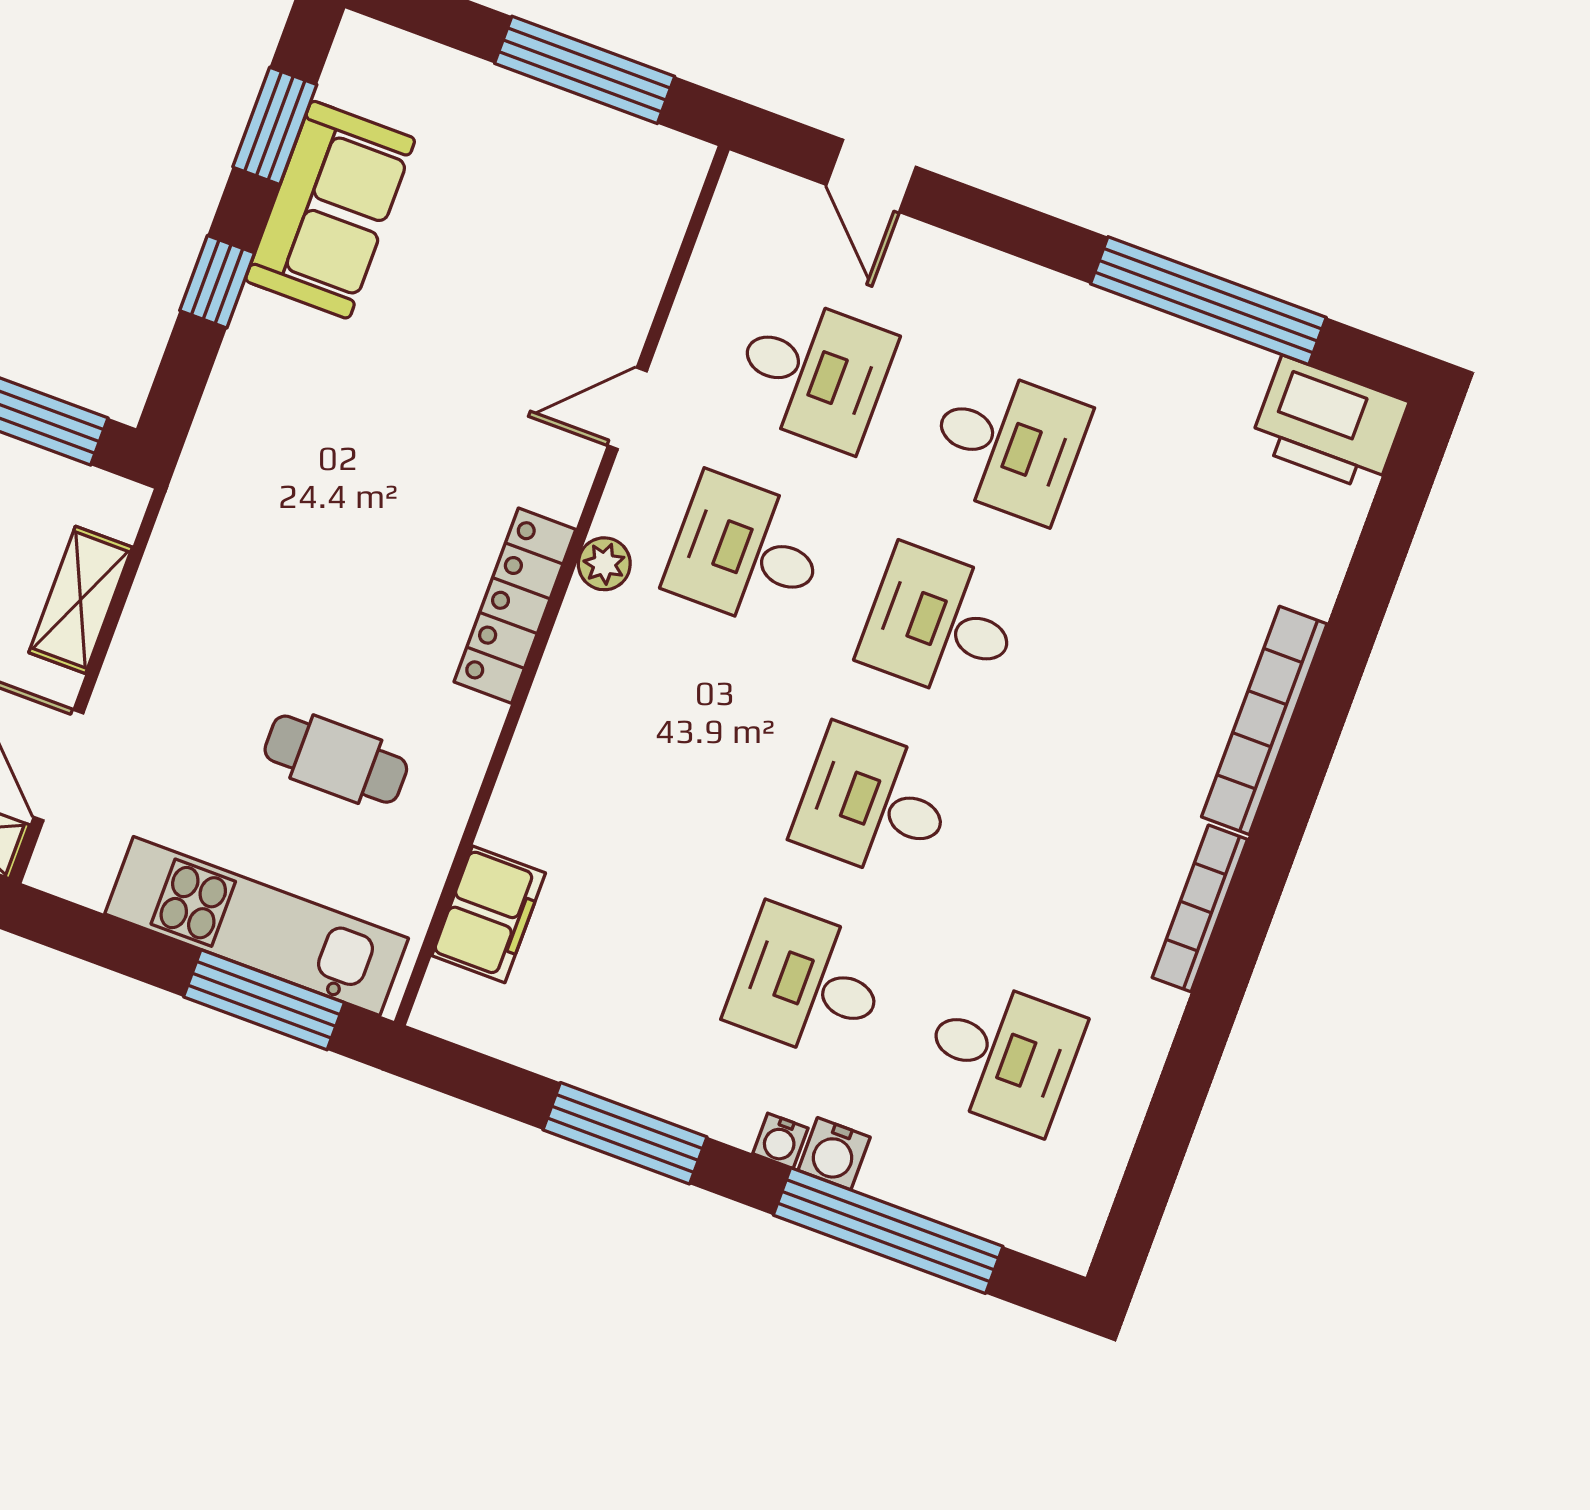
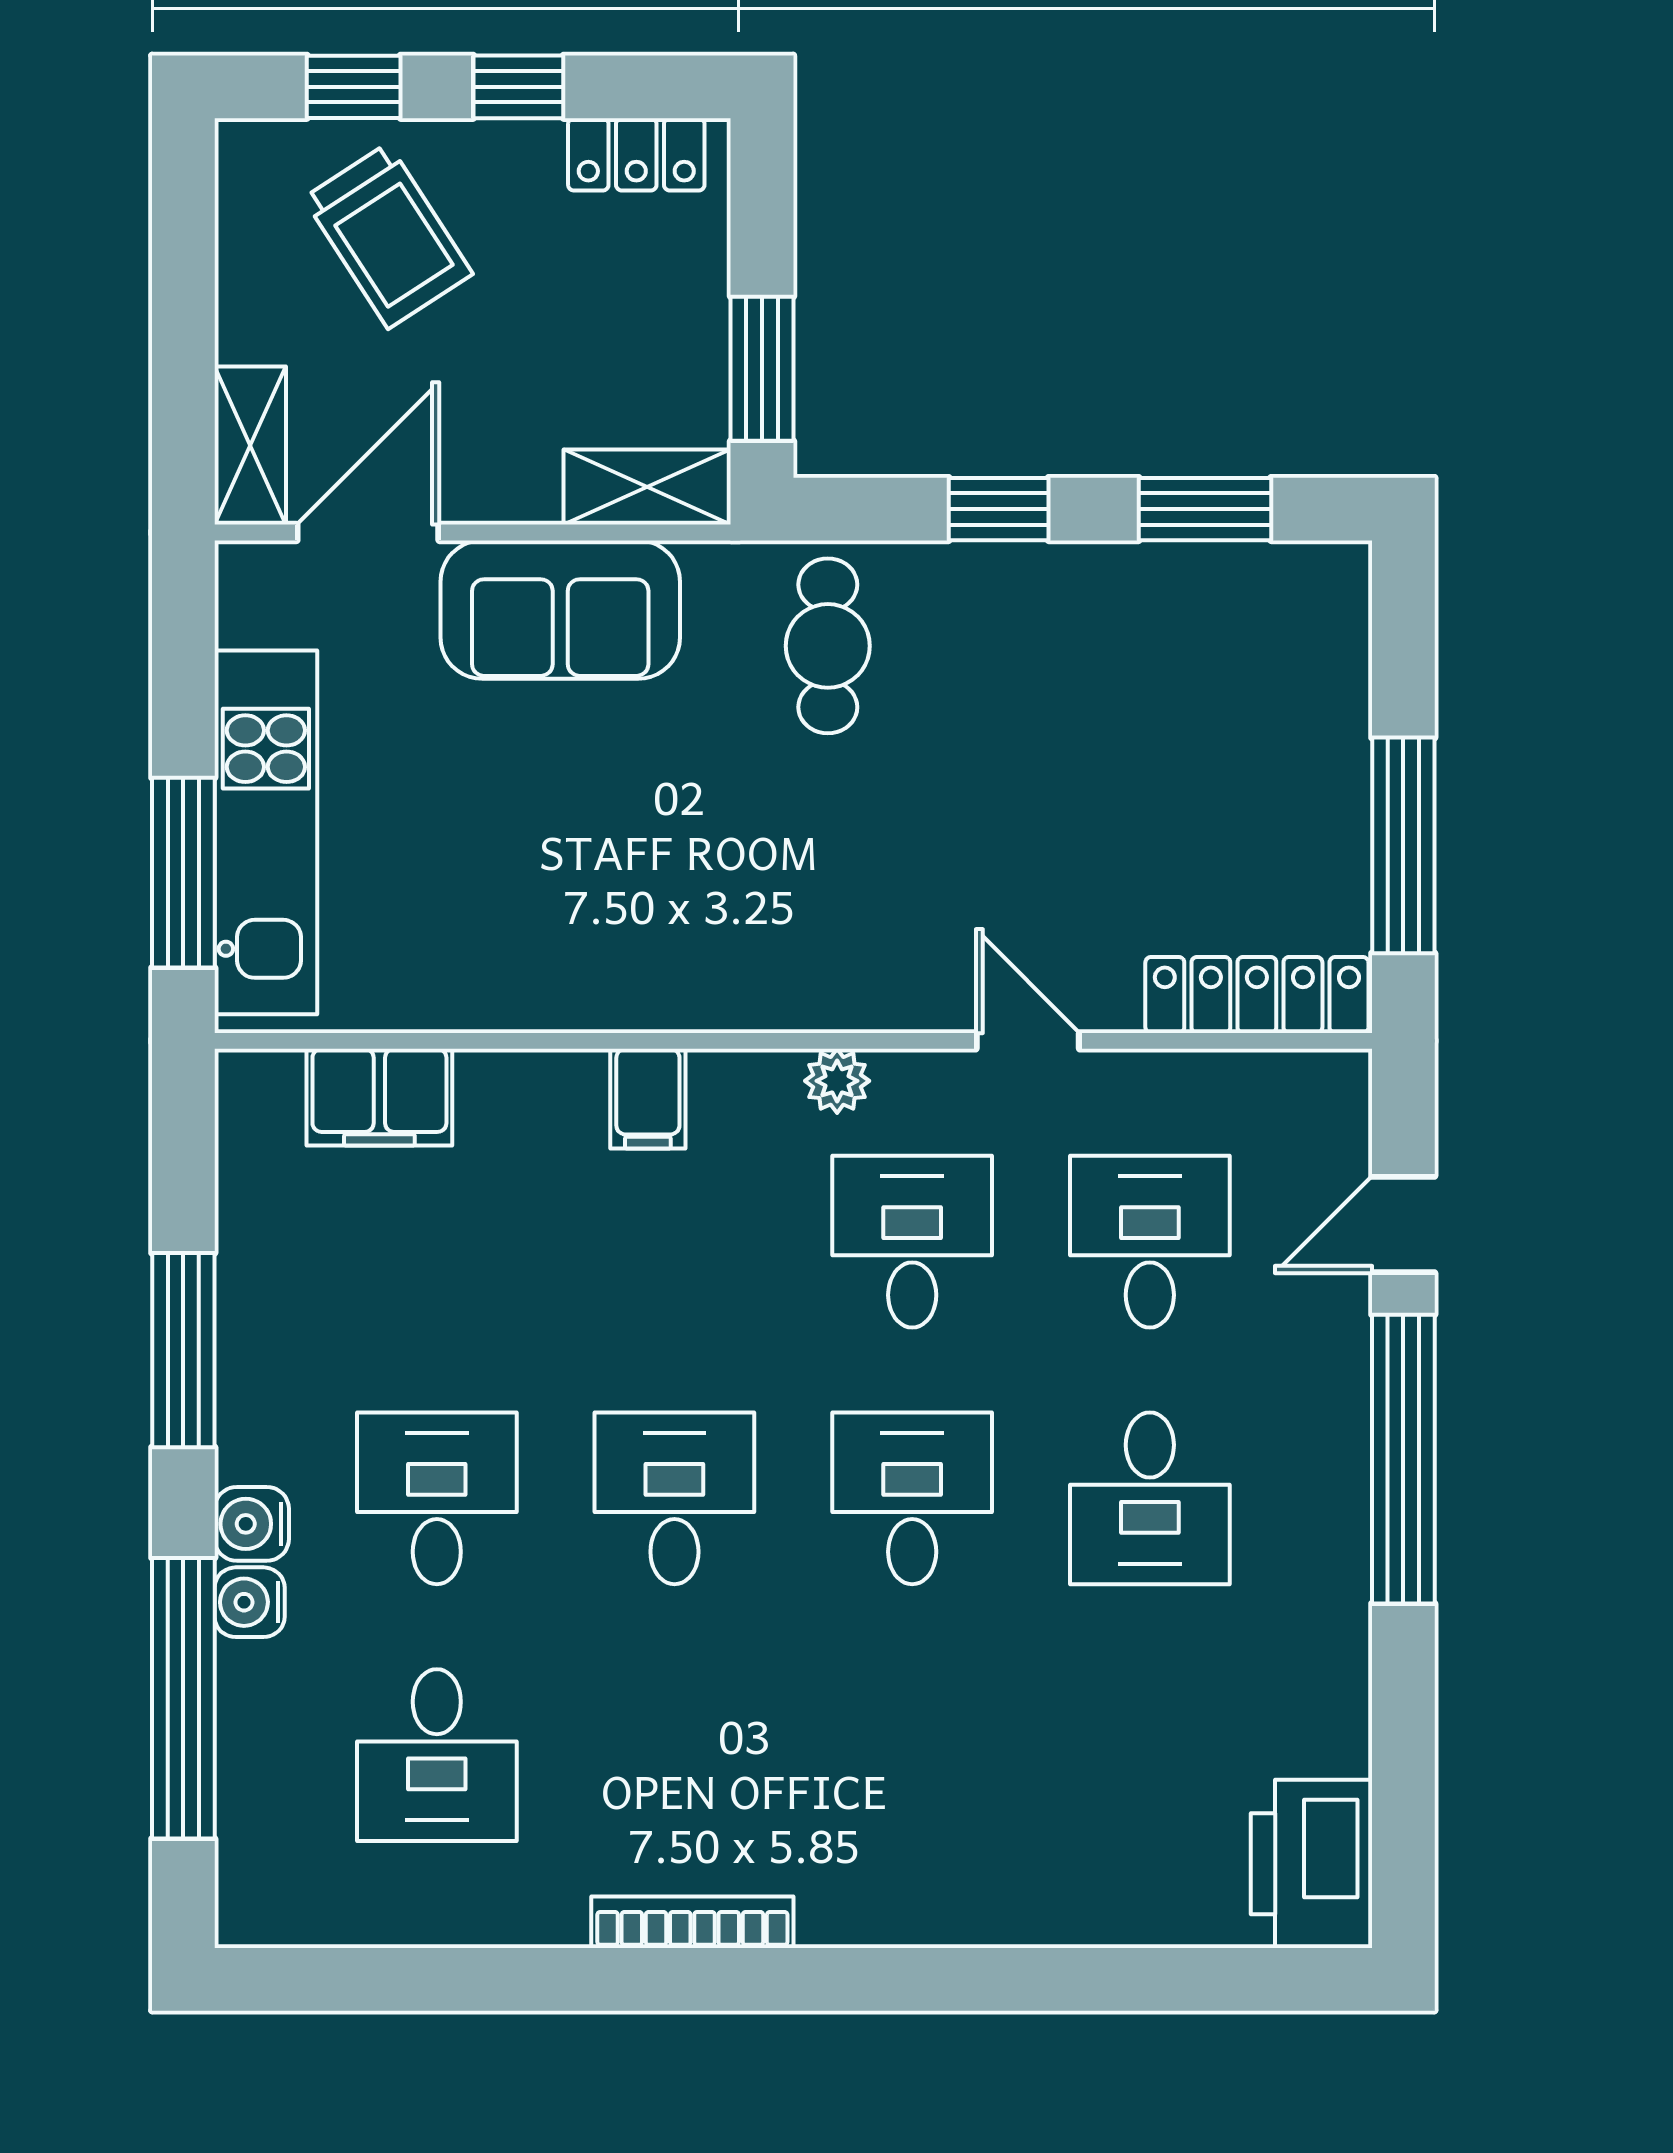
sofa: (330, 210) -> (560, 610), moved
window: (1208, 301) -> (1403, 1459), moved
desk: (813, 372) -> (1150, 1242), turned 180
shelving: (81, 600) -> (647, 487), moved
locker: (515, 606) -> (1257, 995), moved
filing cabinet: (565, 712) -> (648, 1099), added
bookcase: (1264, 720) -> (939, 1916), removed
cafe table: (336, 759) -> (828, 646), moved
water cooler: (780, 1141) -> (252, 1524), width x1.38, depth x1.38

